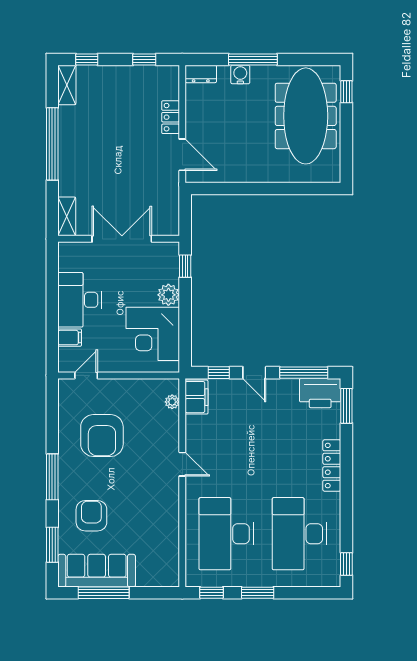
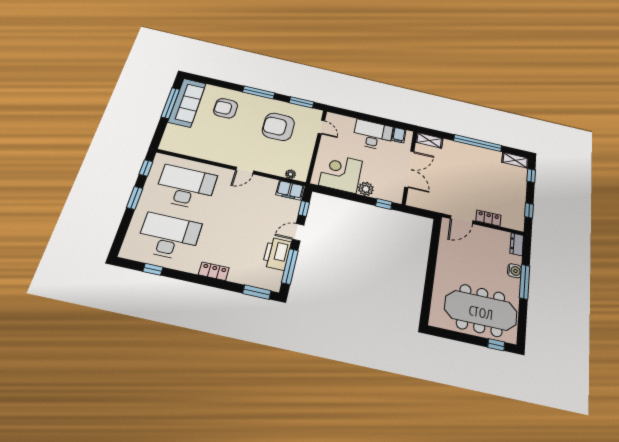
filing cabinet: (70, 338) -> (399, 135), moved
printer: (320, 393) -> (277, 254), moved
locker: (332, 465) -> (214, 271), width x0.66
armchair: (91, 516) -> (226, 108), turned 180
window: (52, 545) -> (302, 102), moved
window: (346, 564) -> (153, 269), moved

